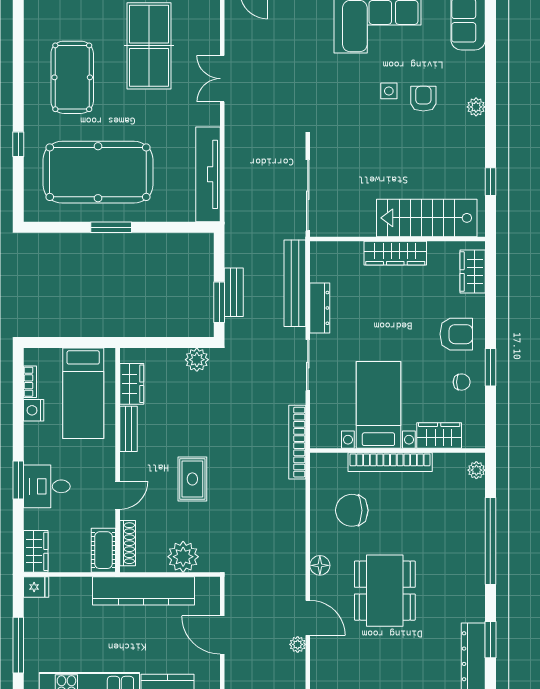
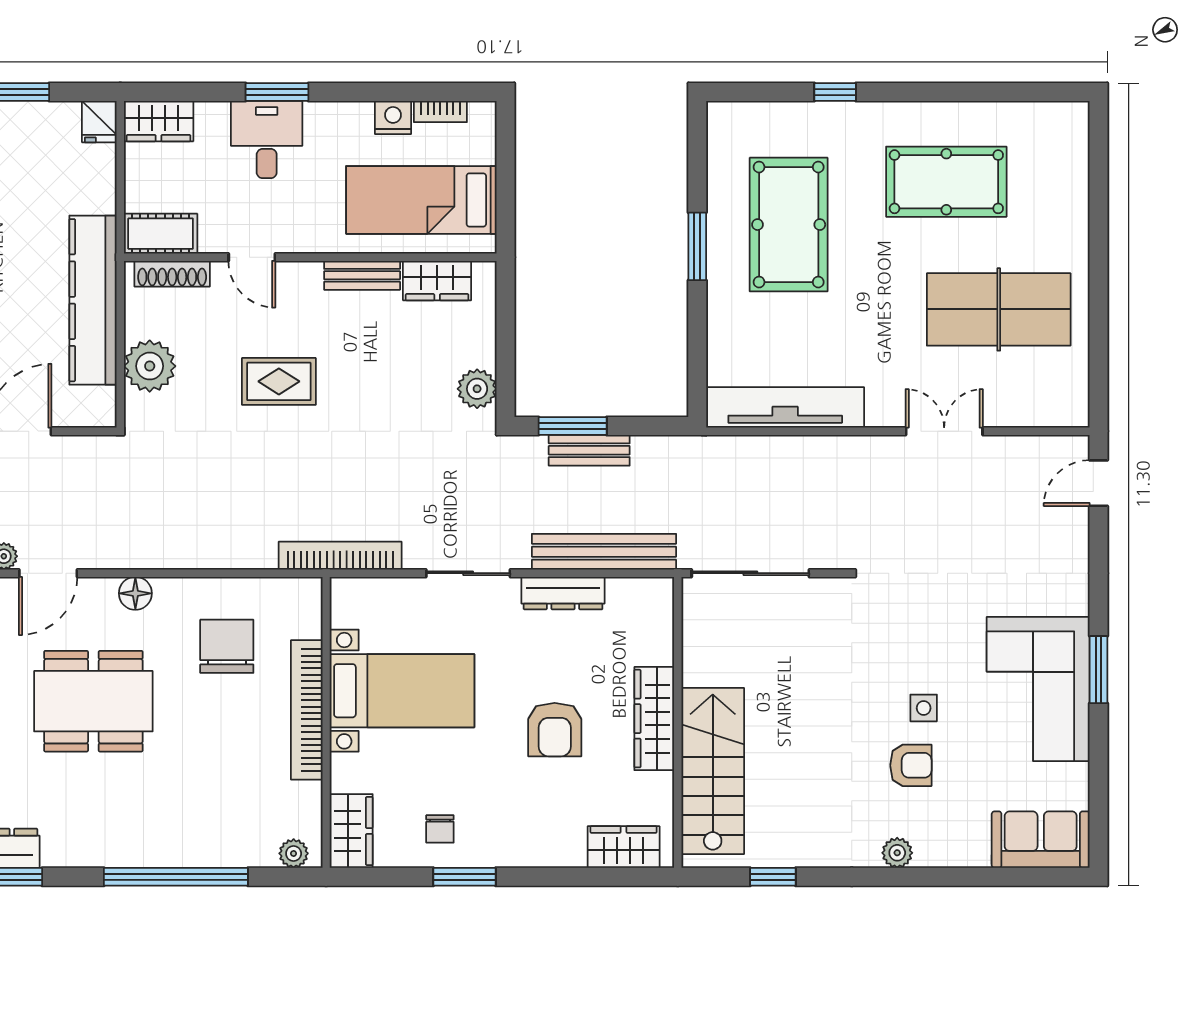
pool table: (98, 172) -> (789, 225), width x0.73, depth x0.76
armchair: (456, 334) -> (555, 730), moved
wardrobe: (439, 435) -> (351, 831), moved

